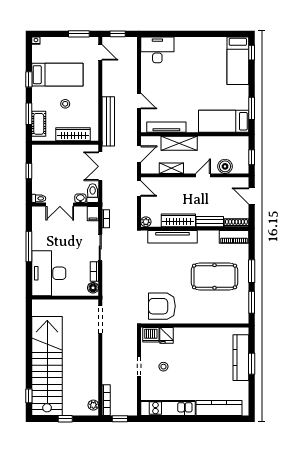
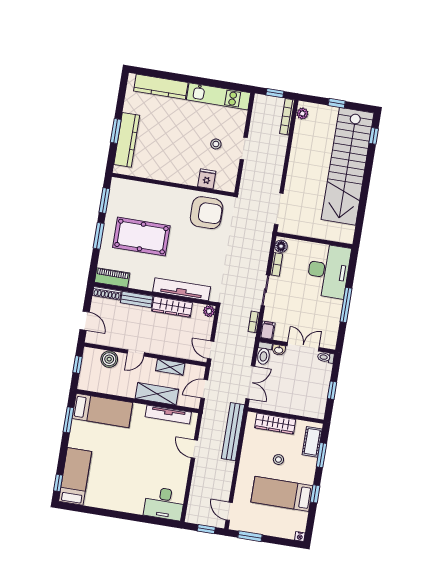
dishwasher: (151, 335) -> (224, 182), removed

